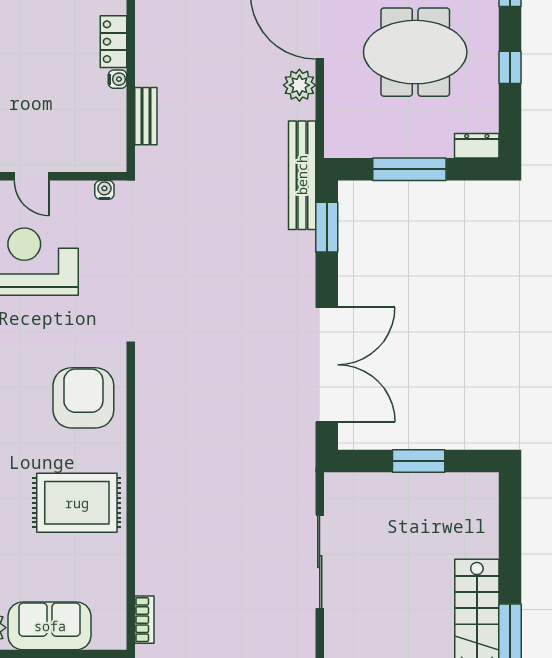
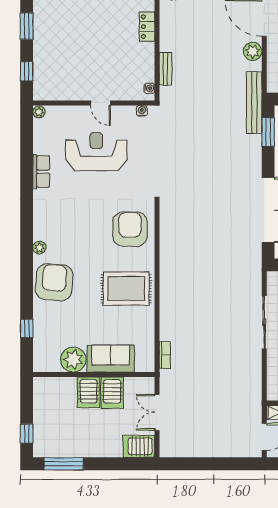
water cooler: (117, 79) -> (149, 88), moved

